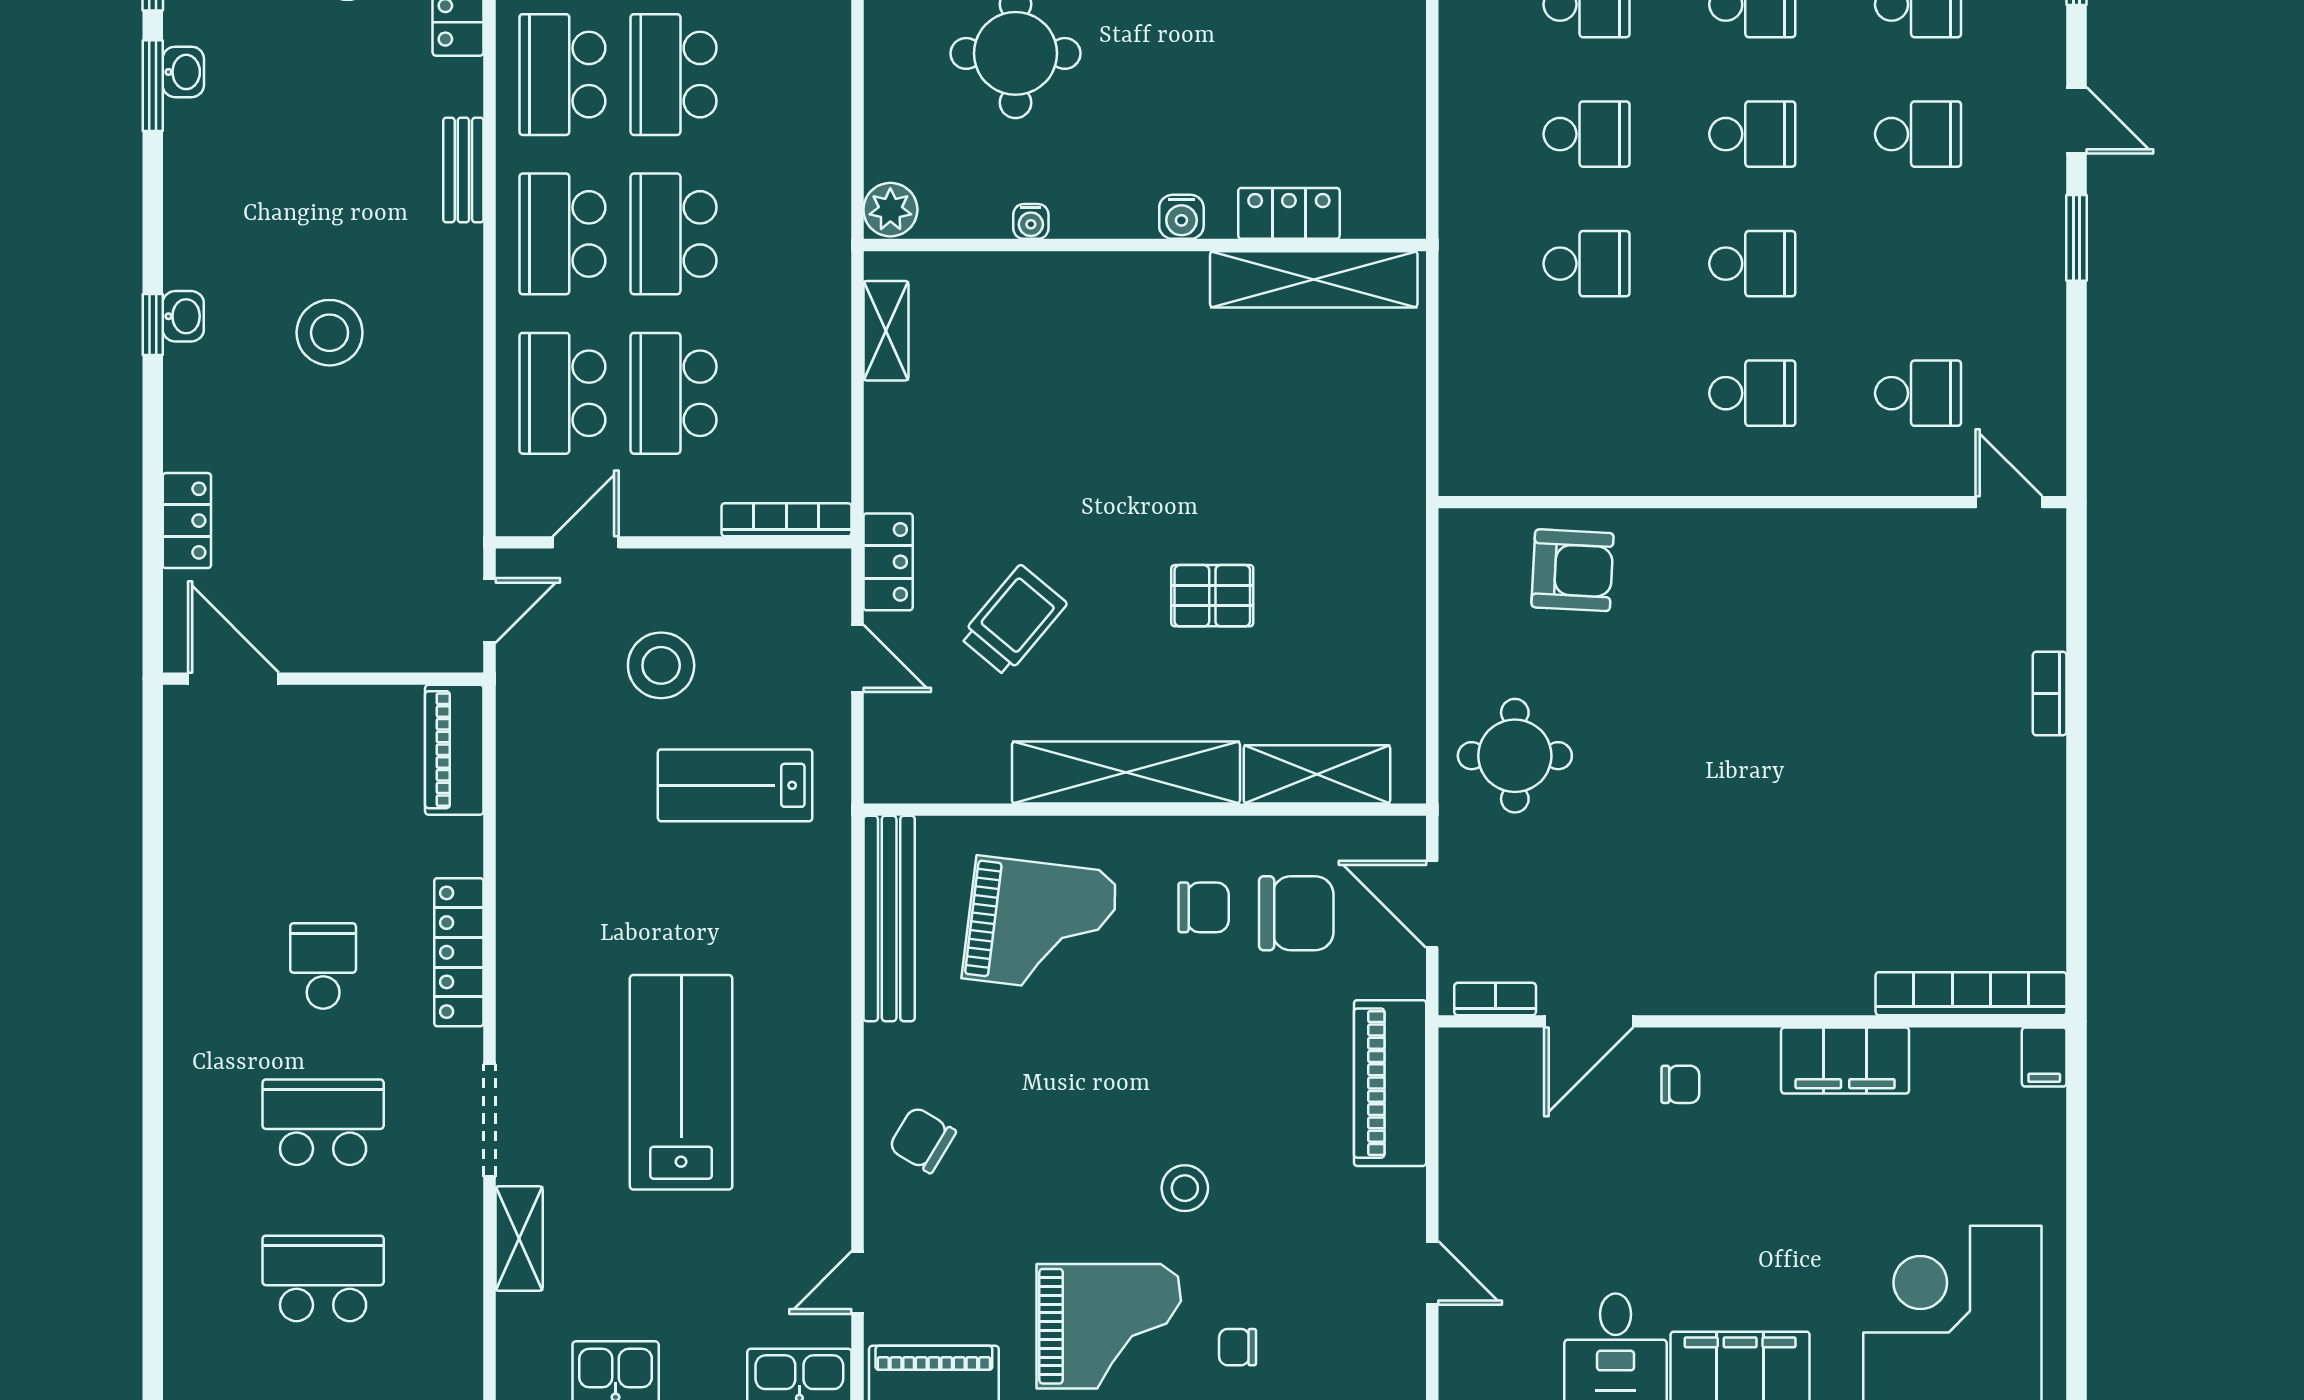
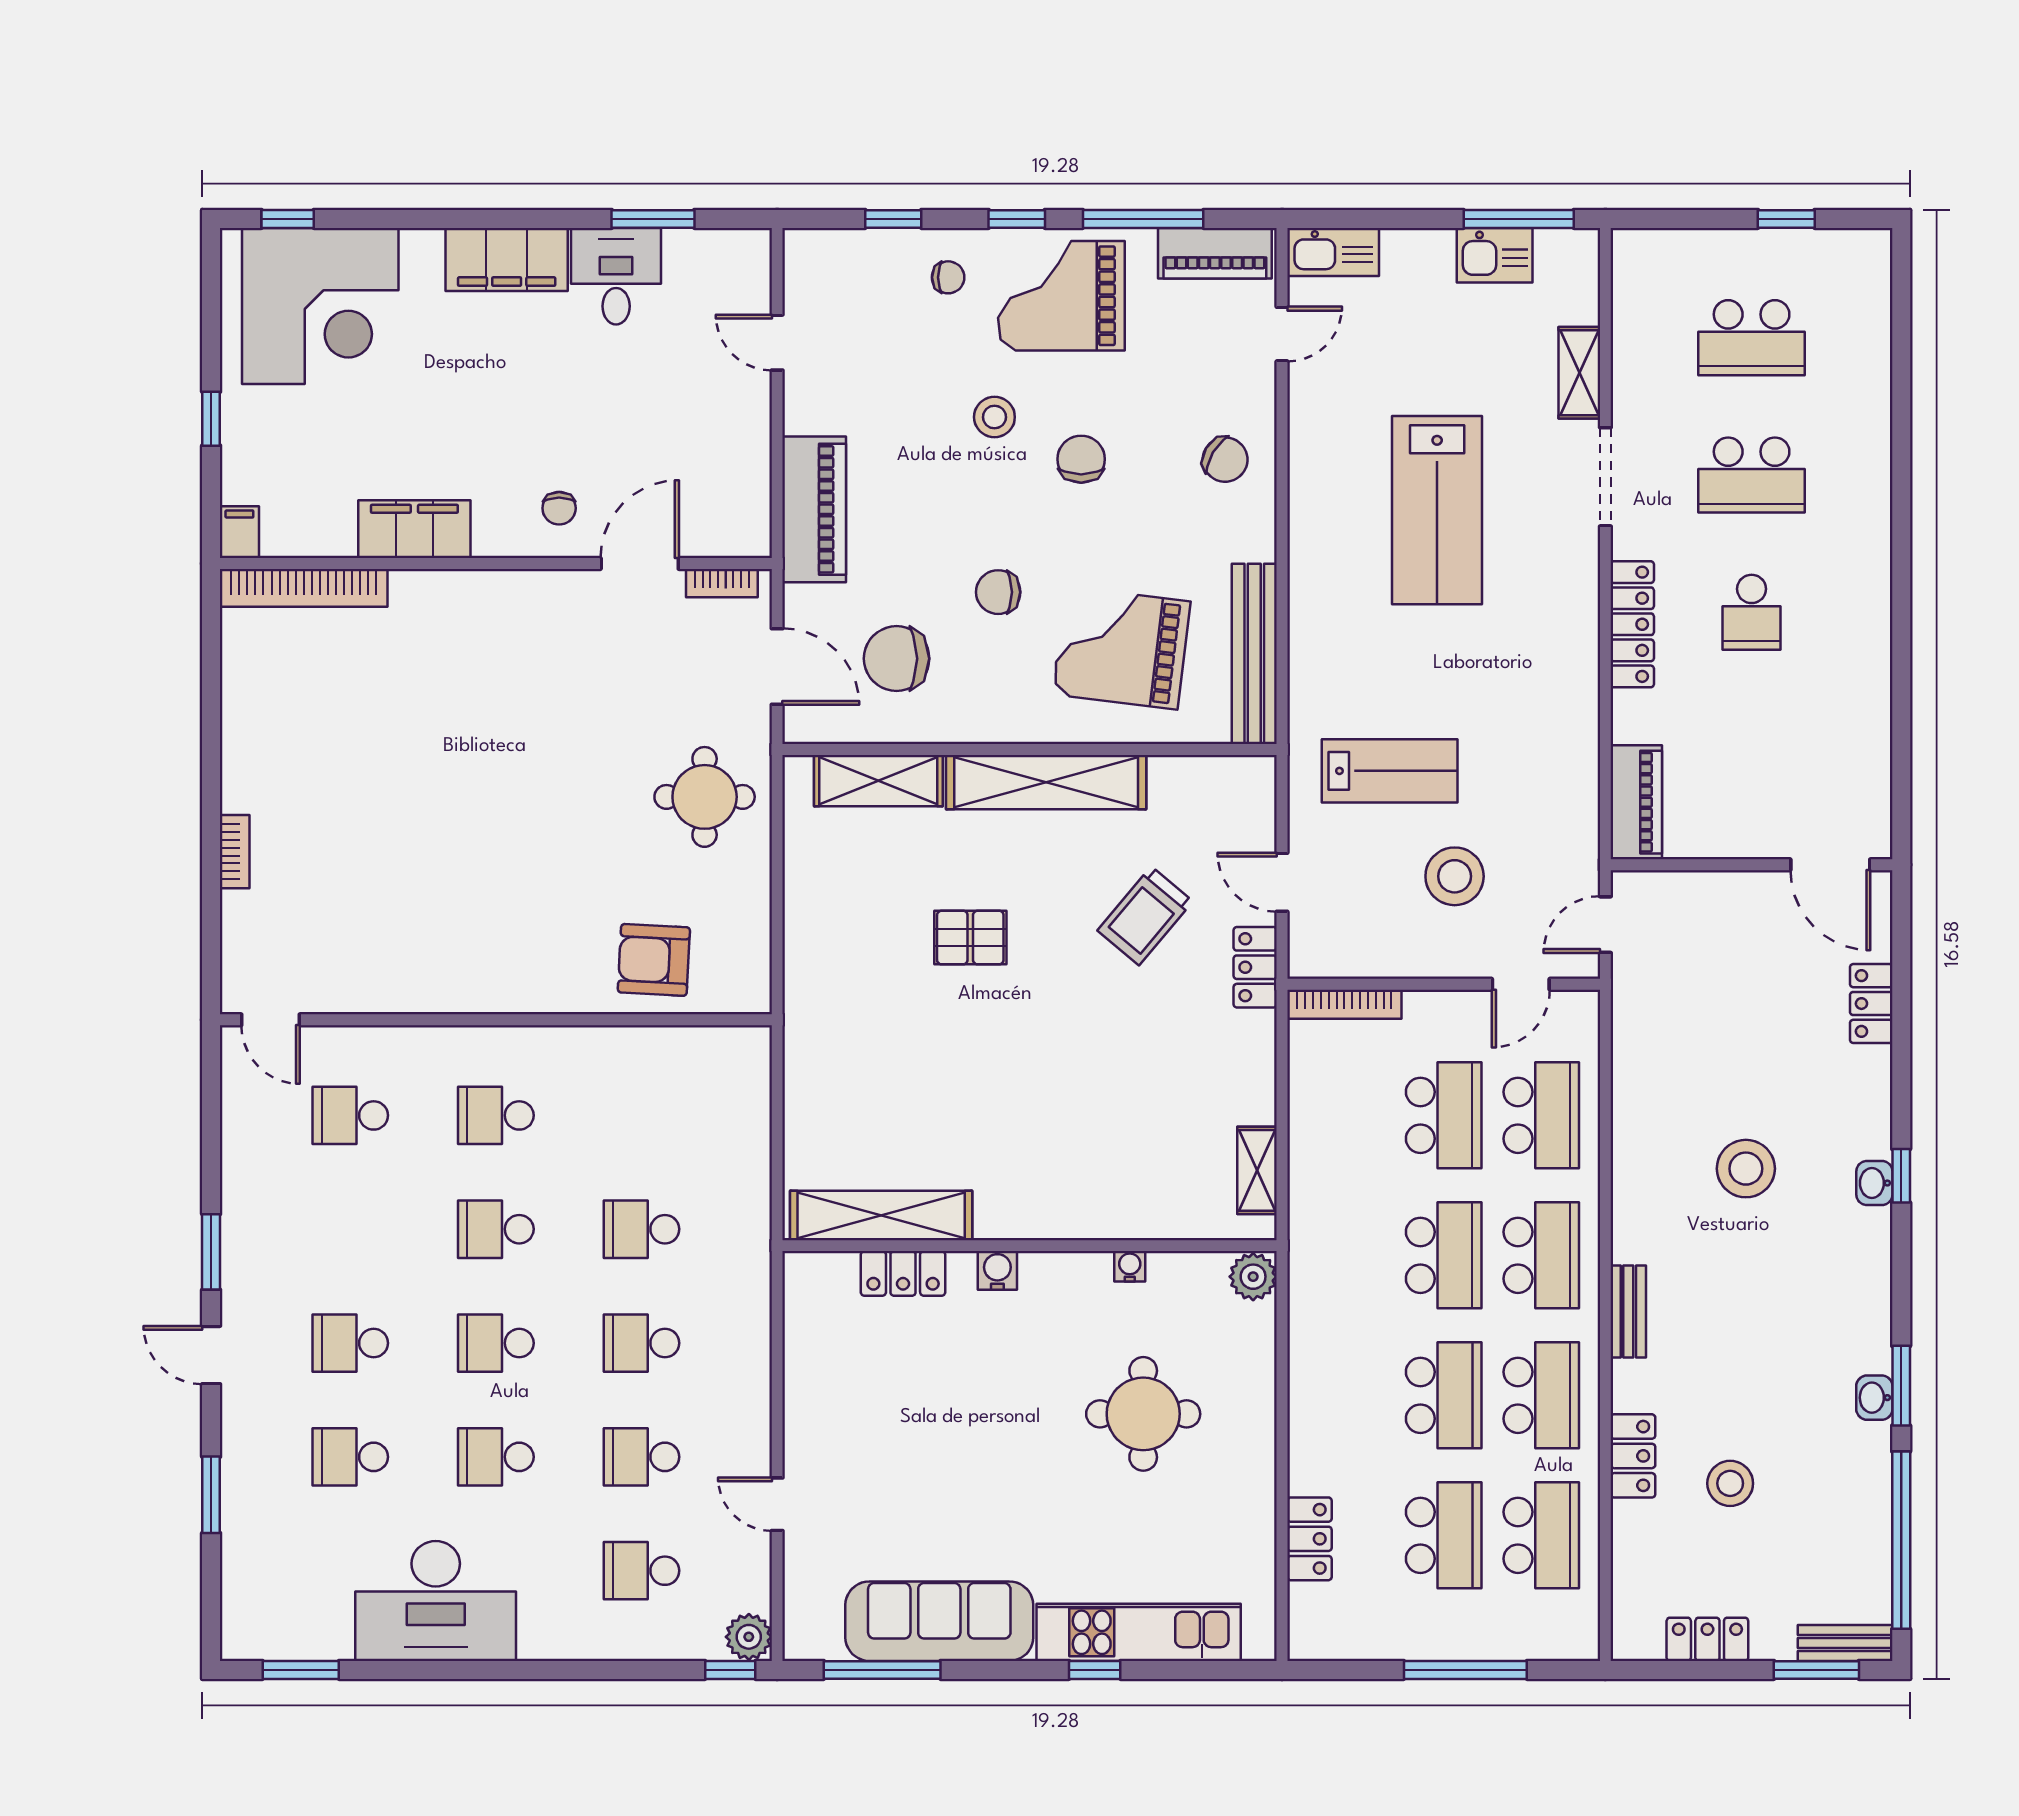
chair: (1204, 907) -> (998, 592), moved
chair: (1680, 1084) -> (559, 508), turned -90
chair: (1086, 1140) -> (1081, 459), added
window: (2077, 1186) -> (211, 419), added

